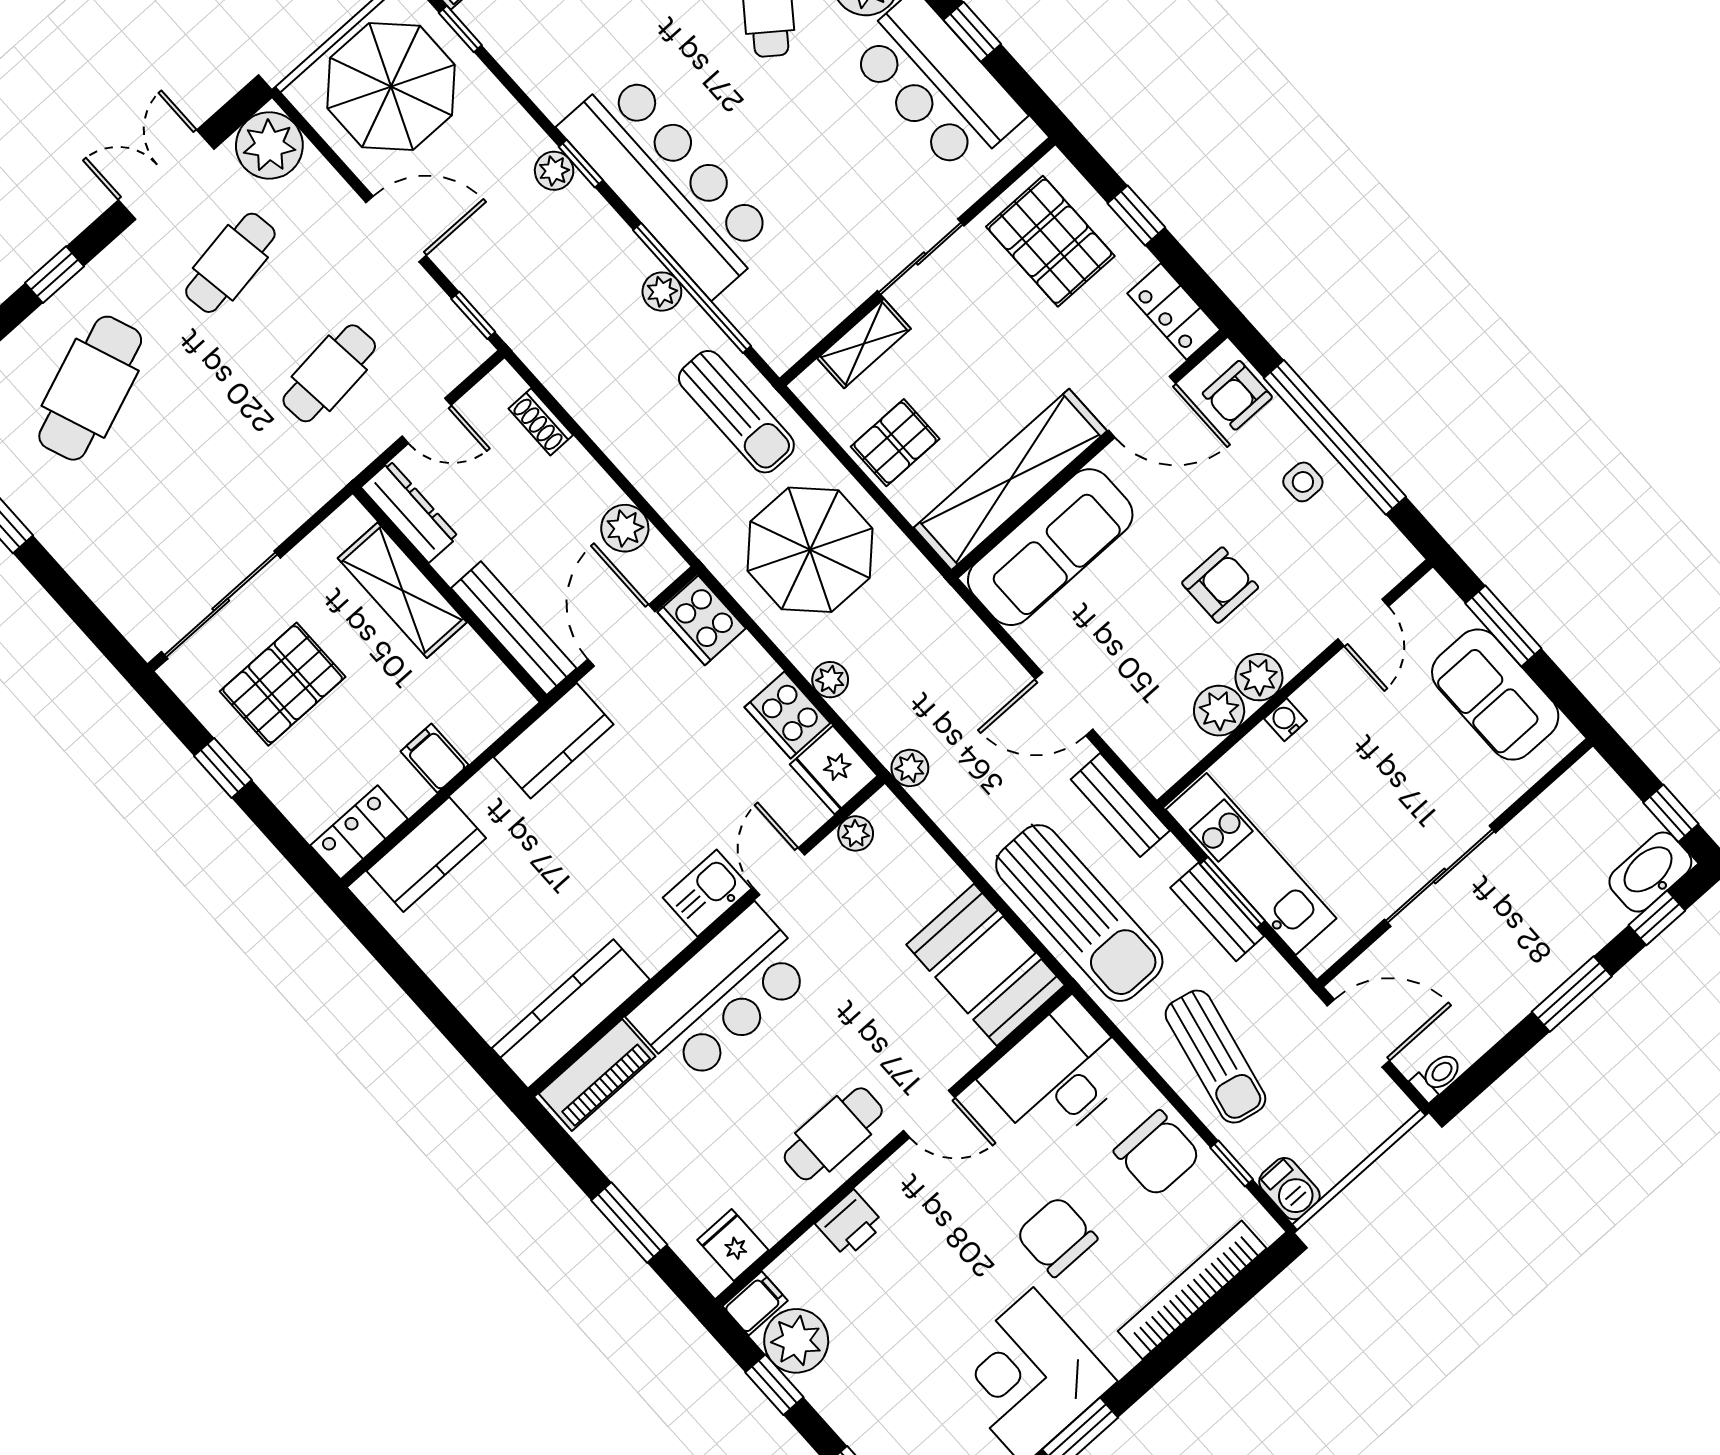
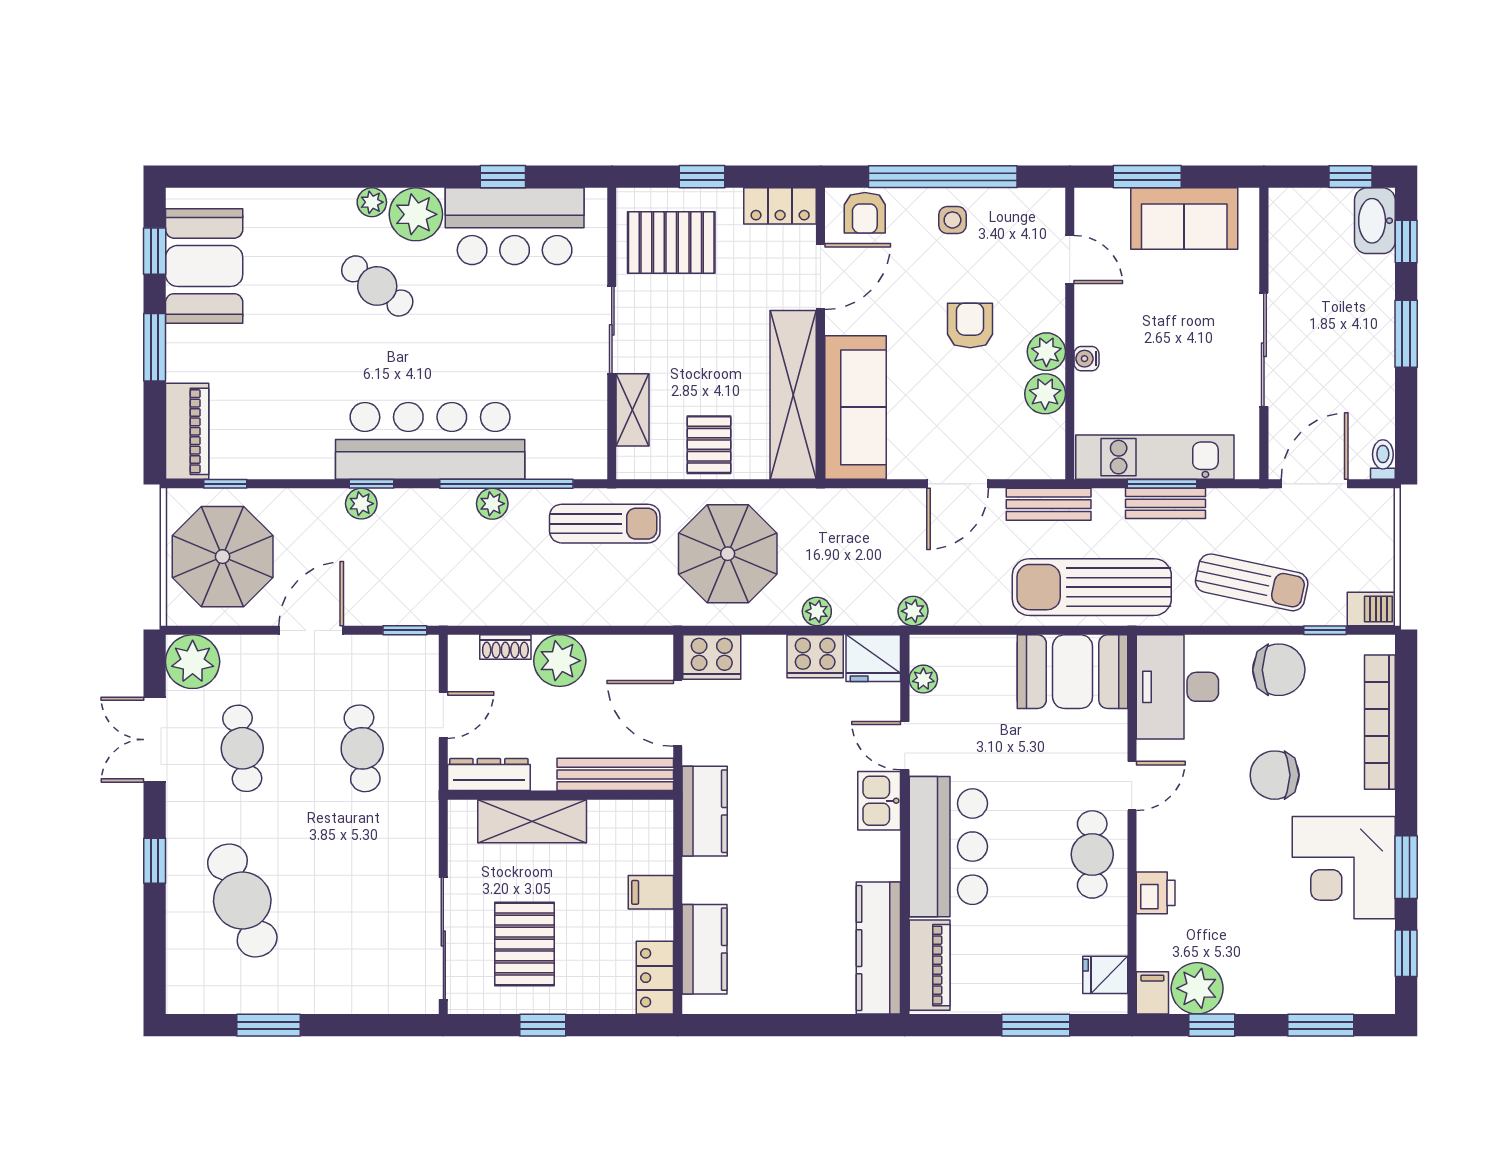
plant: (625, 528) -> (560, 661), moved, width x1.36, depth x1.36
sun lounger: (1079, 913) -> (1092, 587), turned 180

